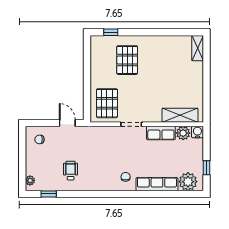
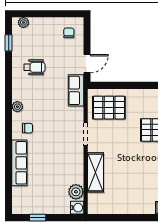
shelving: (180, 115) -> (96, 172), moved
row of seats: (161, 133) -> (76, 90), moved
plant: (188, 182) -> (17, 107), moved, width x0.53, depth x0.53

